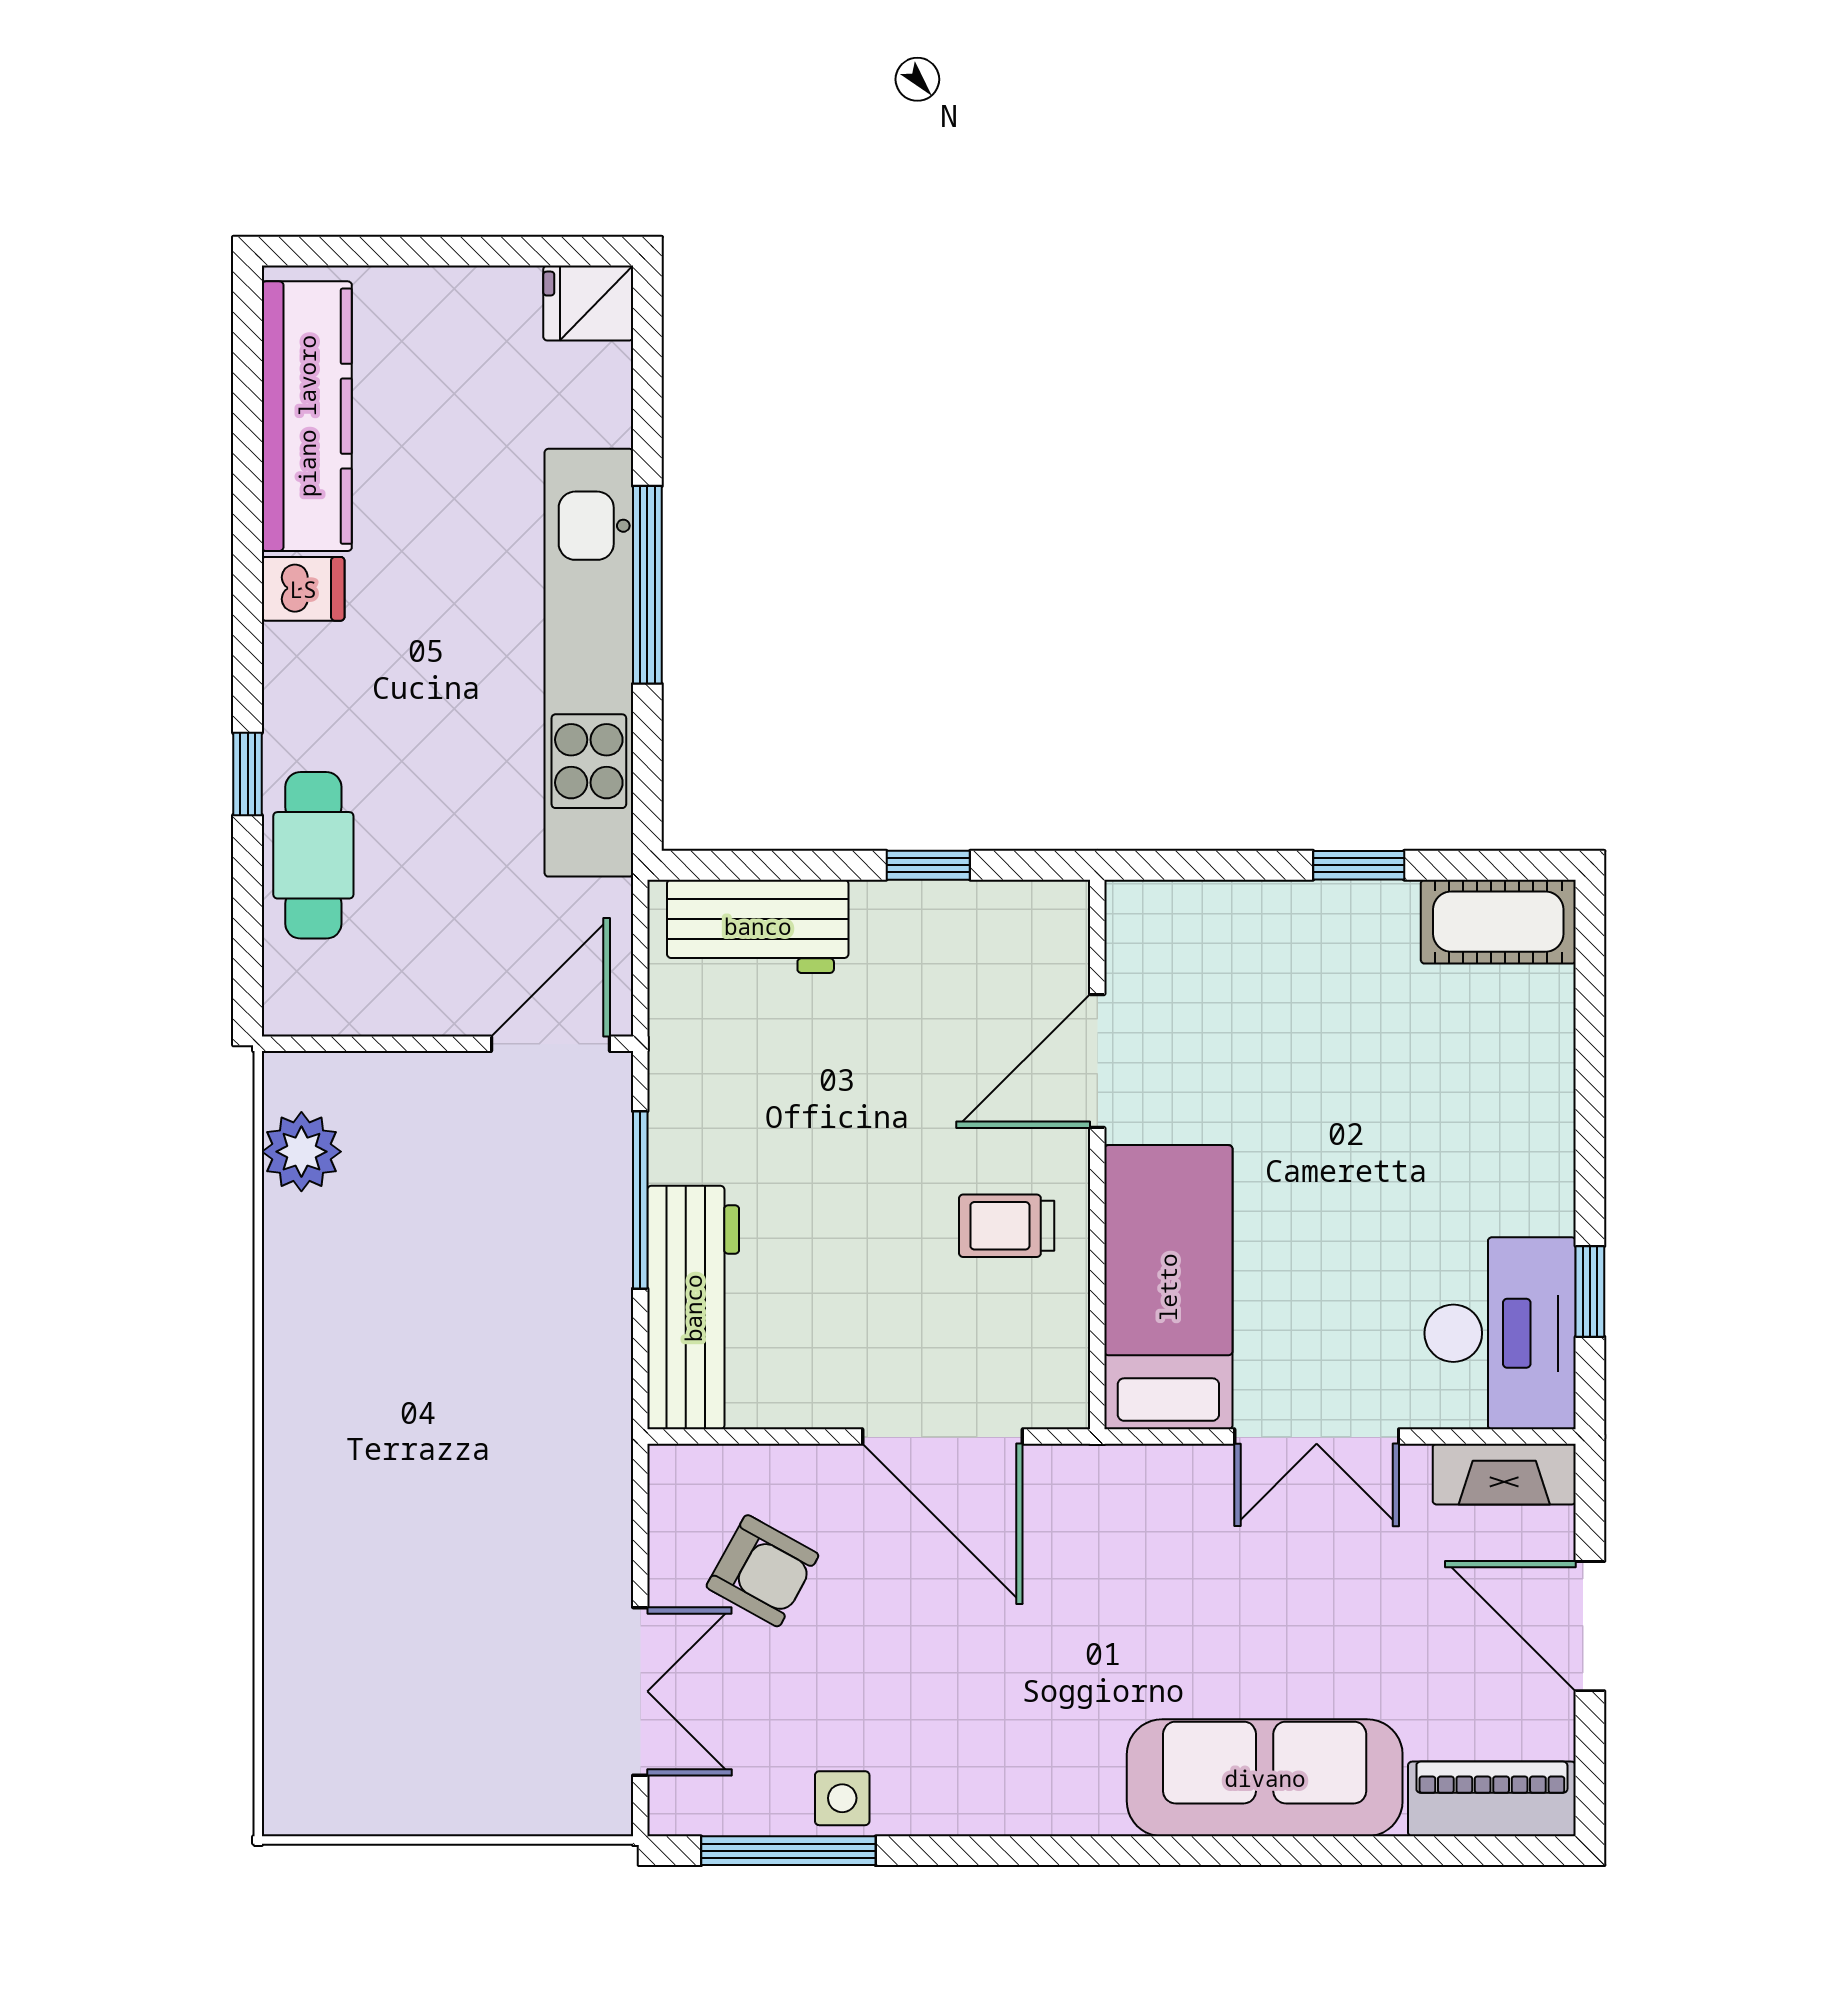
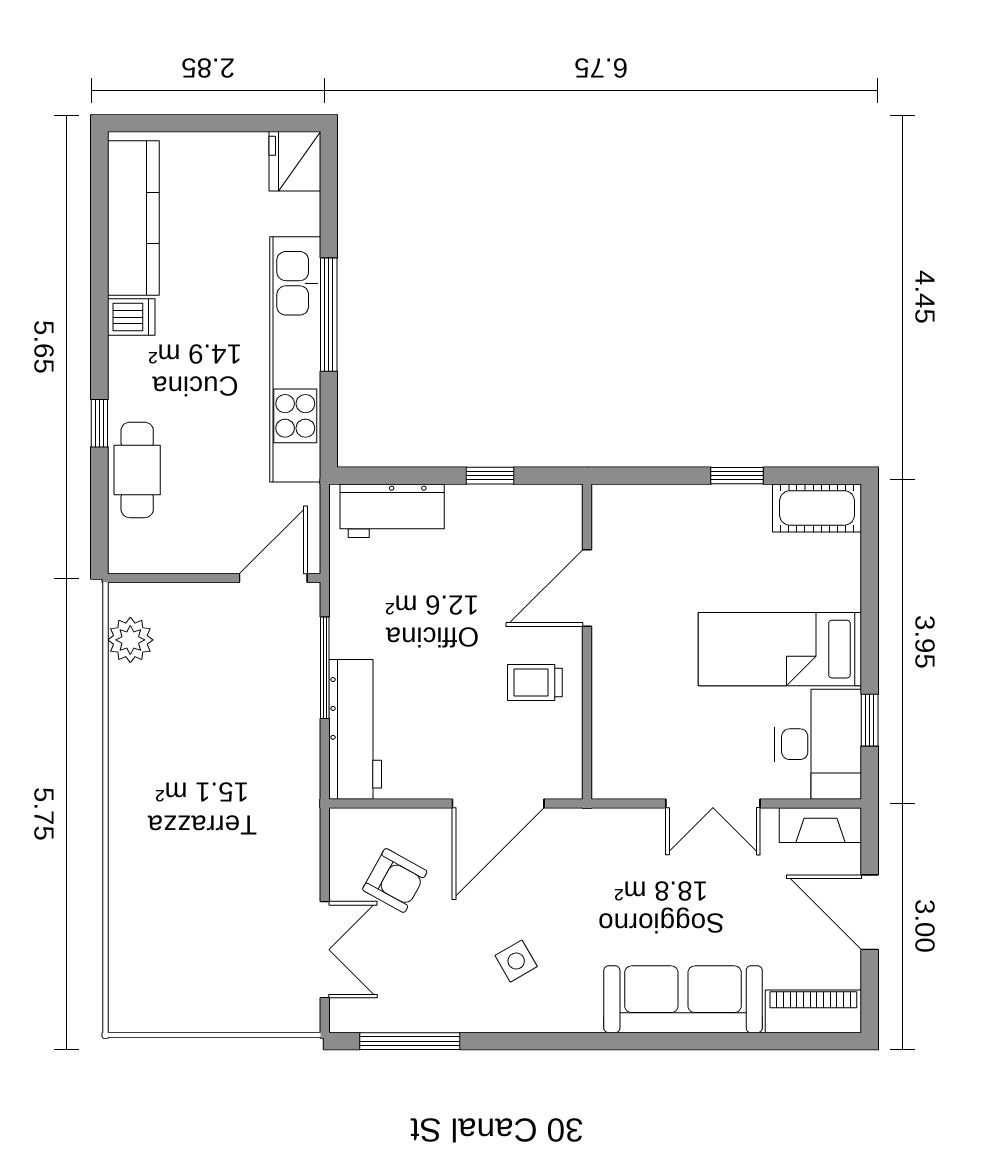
fridge: (588, 303) -> (295, 161), width x1.38
bed: (1168, 1287) -> (780, 649), moved, turned -90
door: (942, 1437) -> (498, 803), hinge flipped
side table: (842, 1798) -> (516, 961), moved, turned -30

